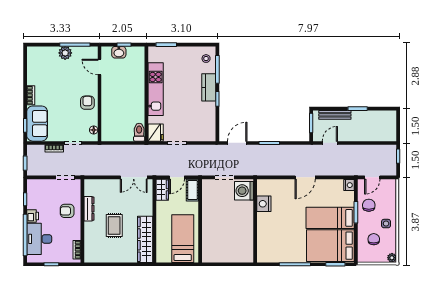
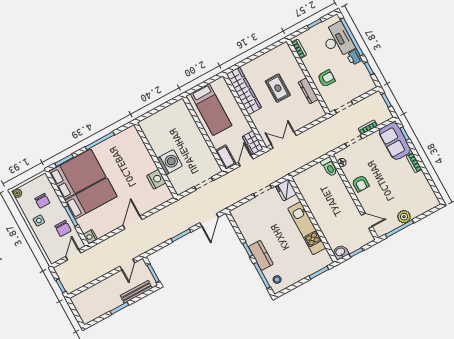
washbasin: (119, 52) -> (340, 252), moved
toilet: (139, 132) -> (329, 167), moved
washing machine: (244, 191) -> (170, 162), moved

